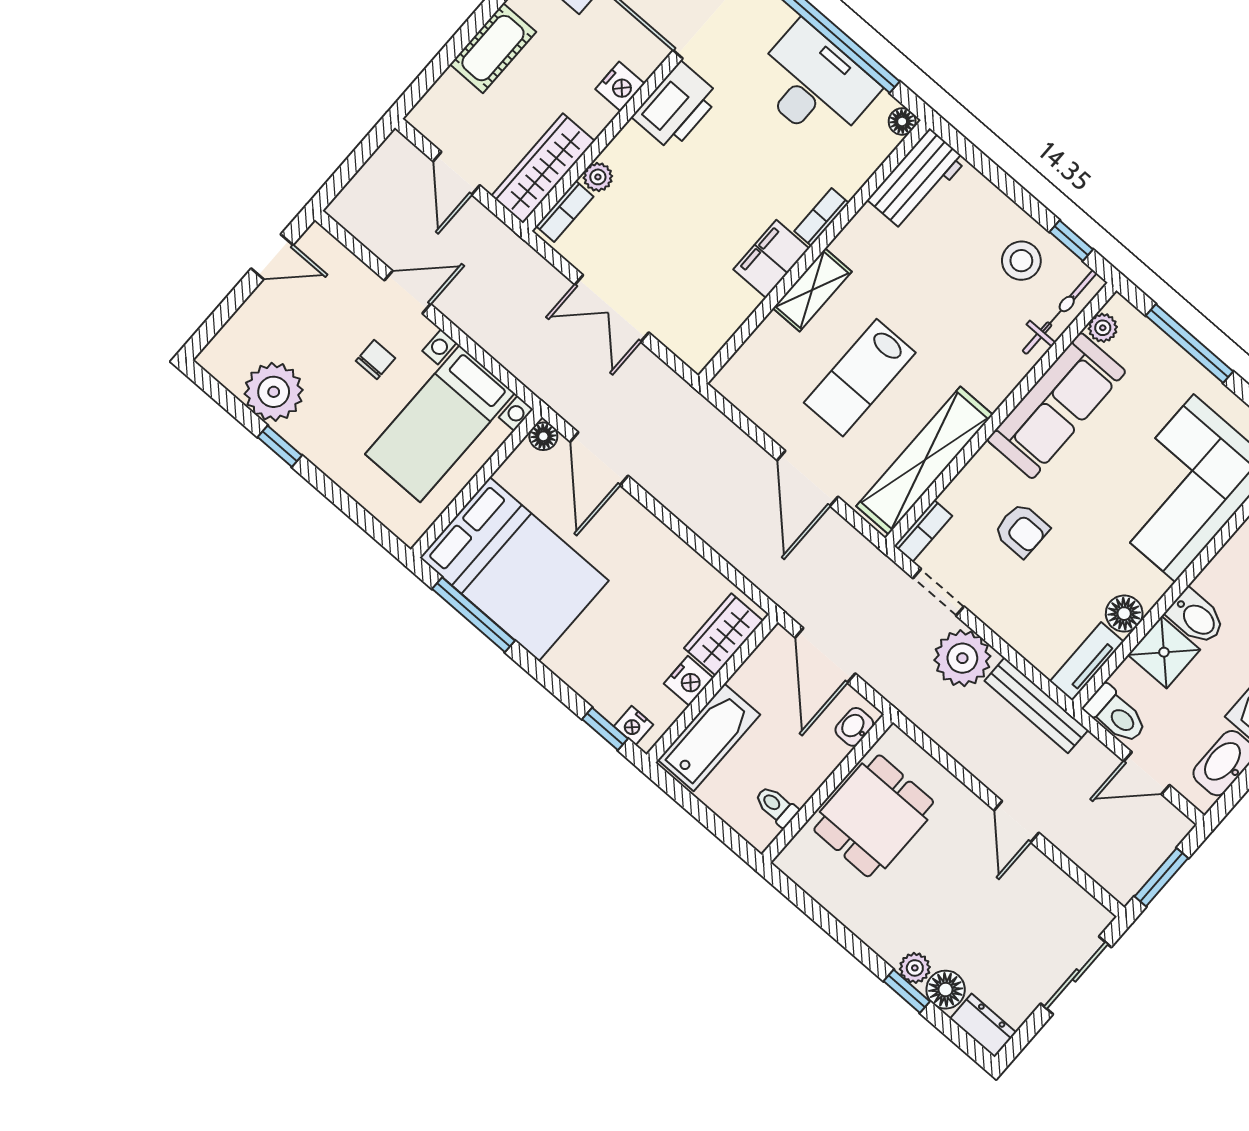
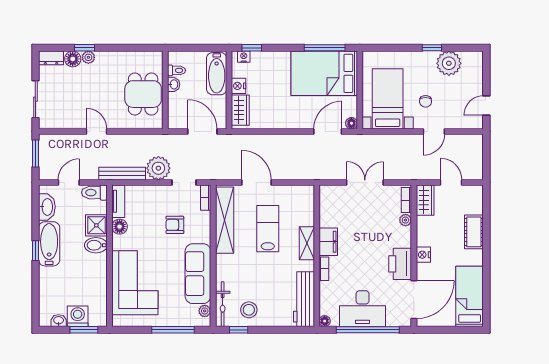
wardrobe: (543, 168) -> (425, 200), width x0.67
workbench: (917, 180) -> (304, 299), width x1.37
door: (599, 459) -> (328, 131), hinge flipped
washbasin: (854, 727) -> (174, 84), moved

